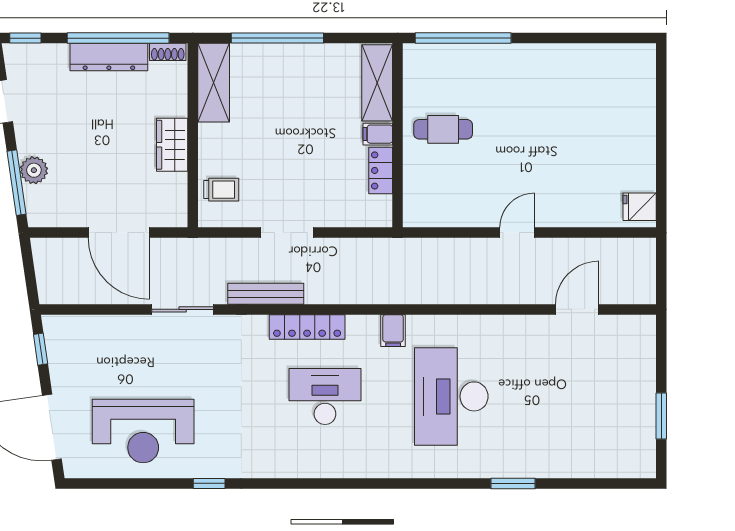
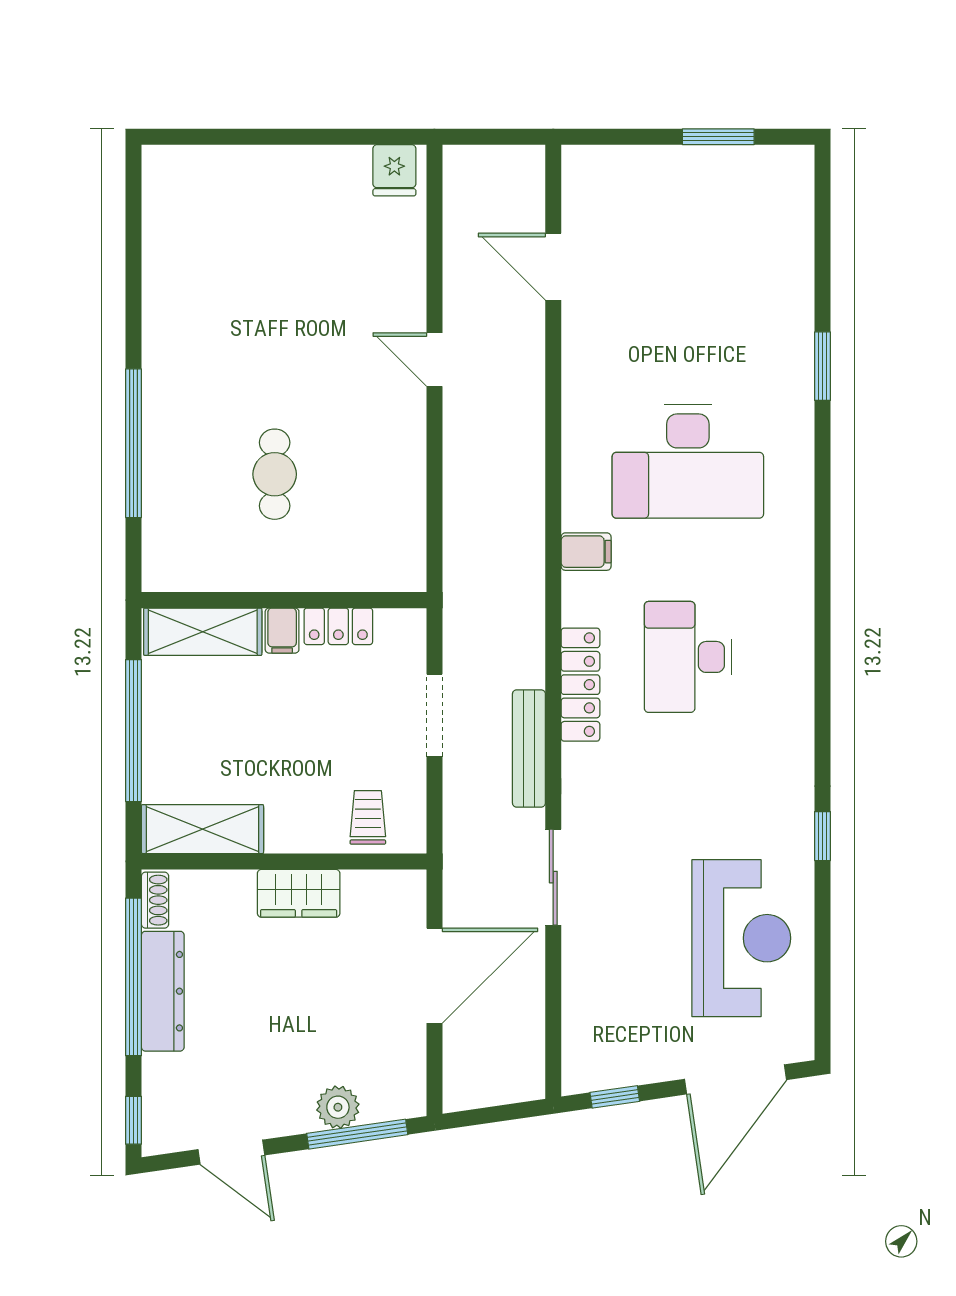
shelving: (377, 83) -> (203, 632), moved
filing cabinet: (378, 134) -> (282, 631), moved
wall: (398, 135) -> (284, 600), moved
locker: (381, 170) -> (338, 626), moved

